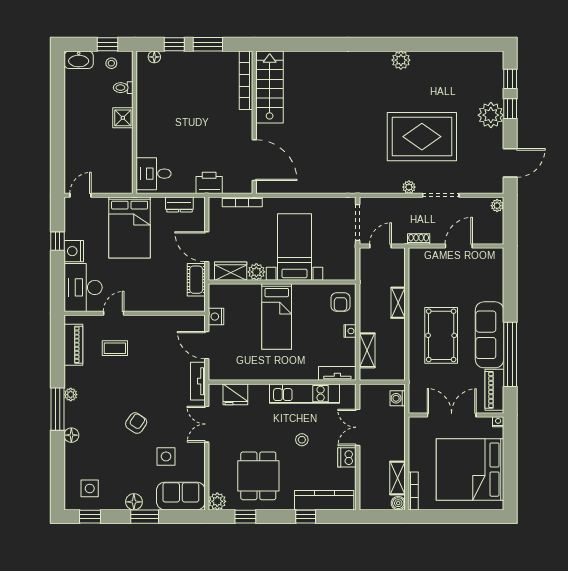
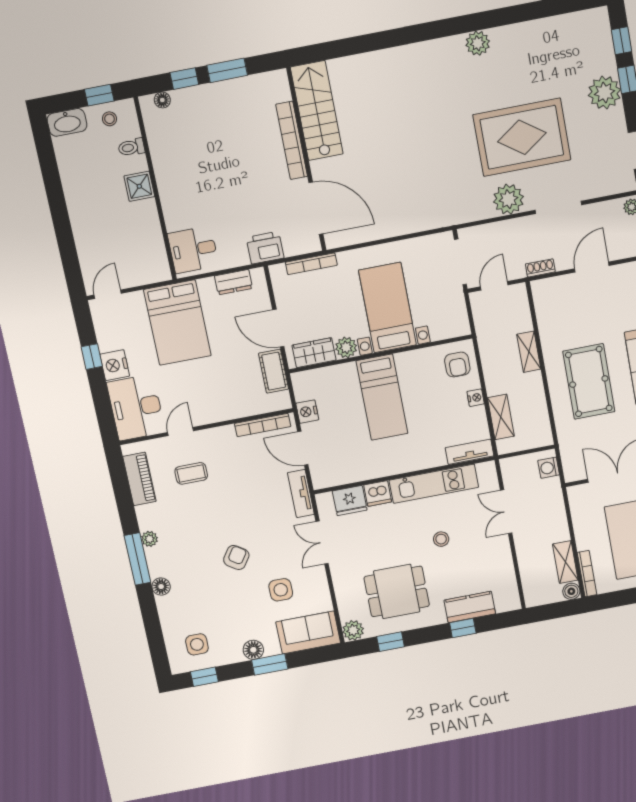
bookcase: (246, 80) -> (292, 140), moved
plant: (409, 187) -> (508, 199), width x1.87, depth x1.87
bookcase: (179, 320) -> (263, 425), added
dishwasher: (347, 457) -> (378, 493), moved, turned -90
dining table: (258, 476) -> (397, 591), turned 90
kitchen counter: (324, 500) -> (470, 607), width x0.67

